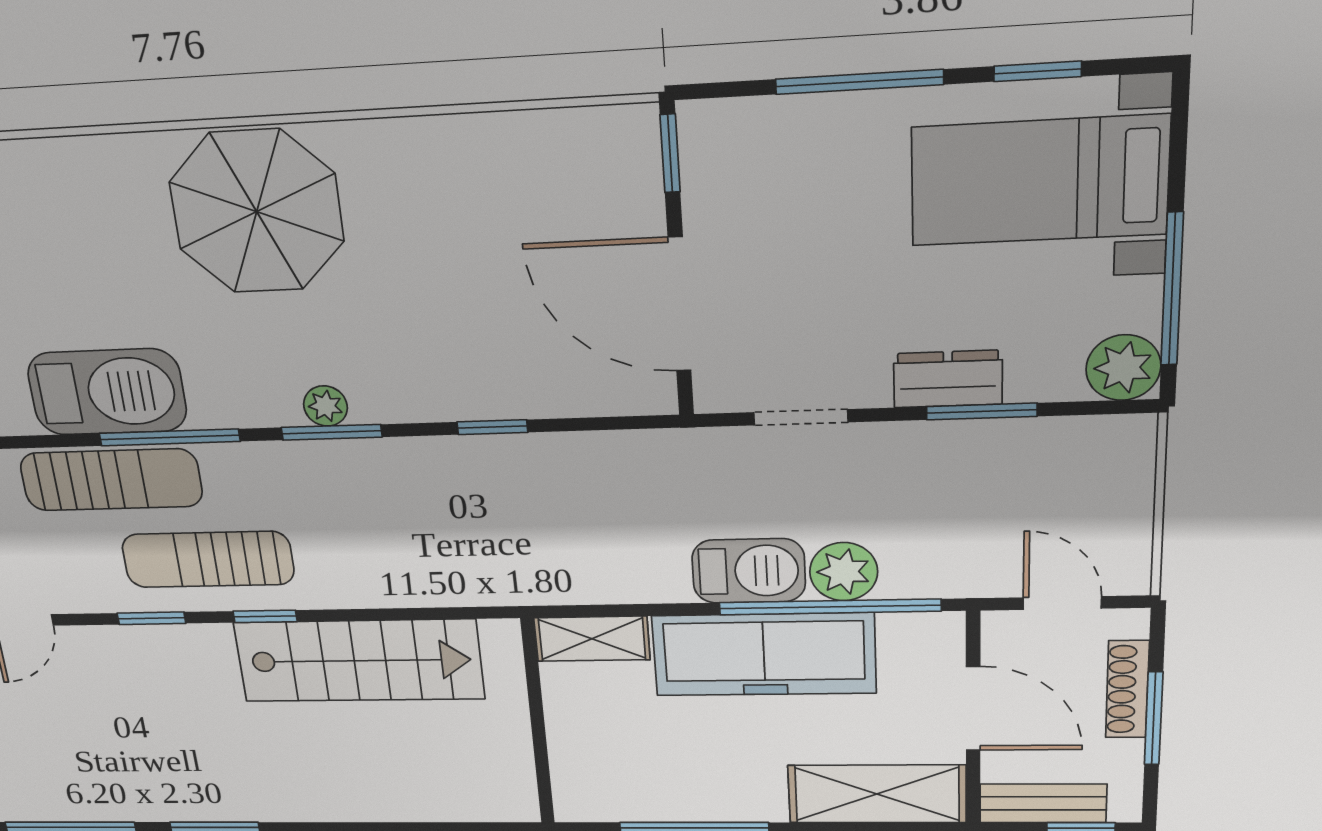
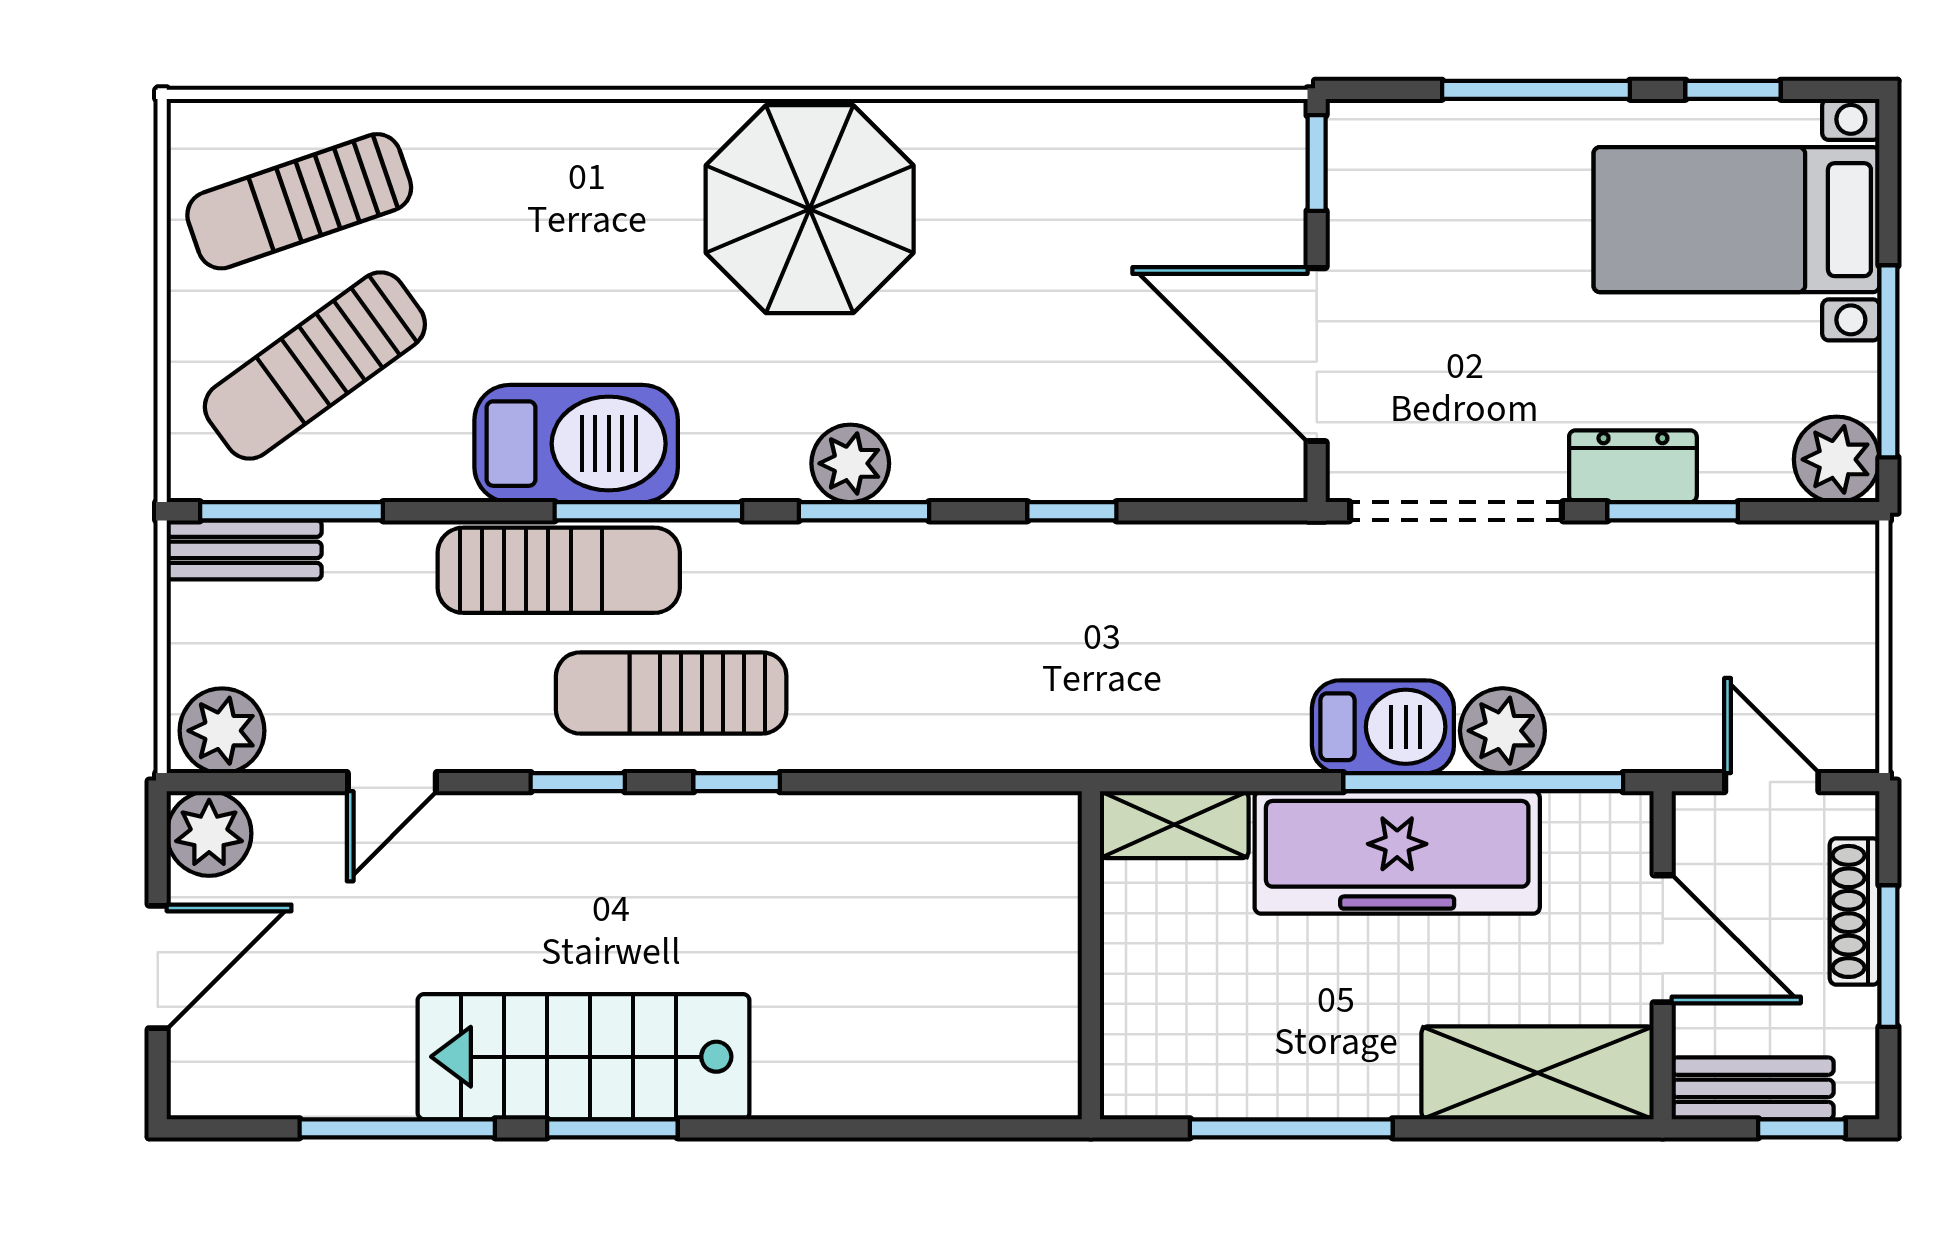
plant: (325, 406) -> (850, 463), width x1.38, depth x1.38
doorway: (801, 417) -> (1456, 511), width x1.88
stairs: (359, 661) -> (584, 1057), moved, turned 180

